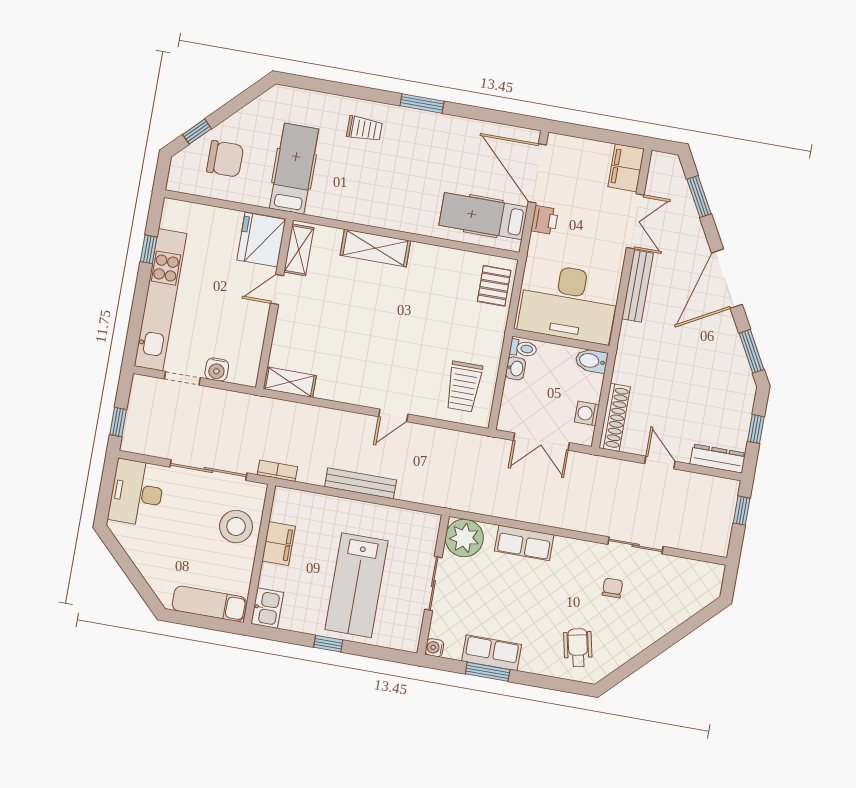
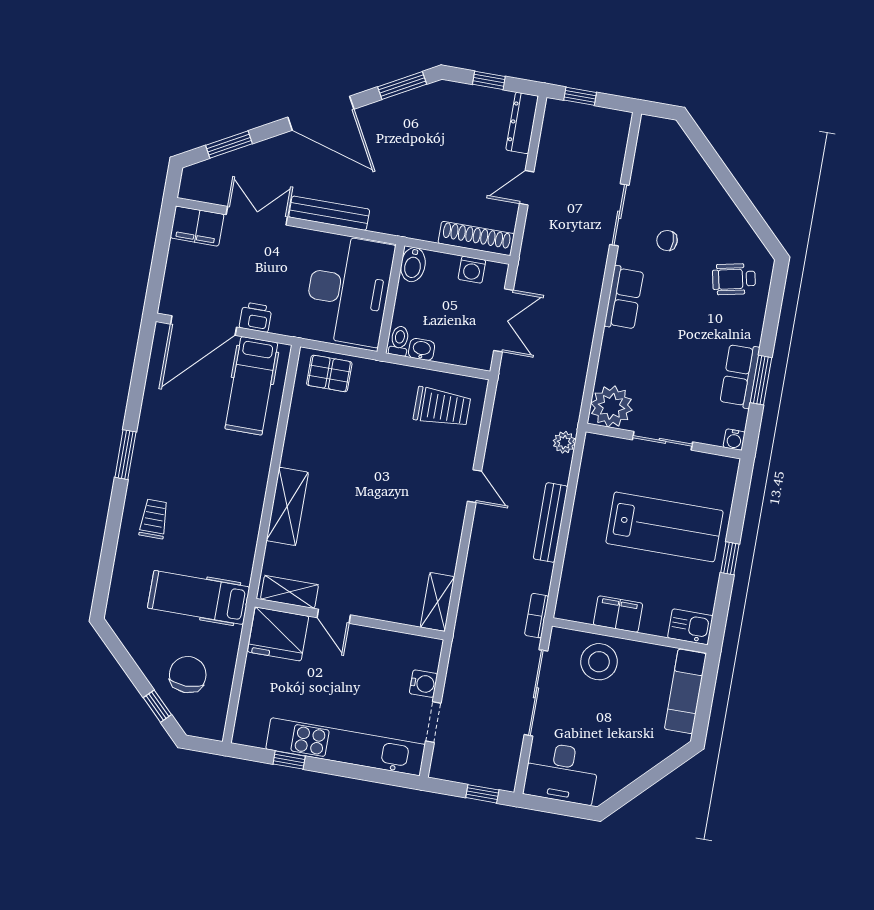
plant: (432, 496) -> (564, 442), added
row of seats: (524, 543) -> (624, 298), moved

